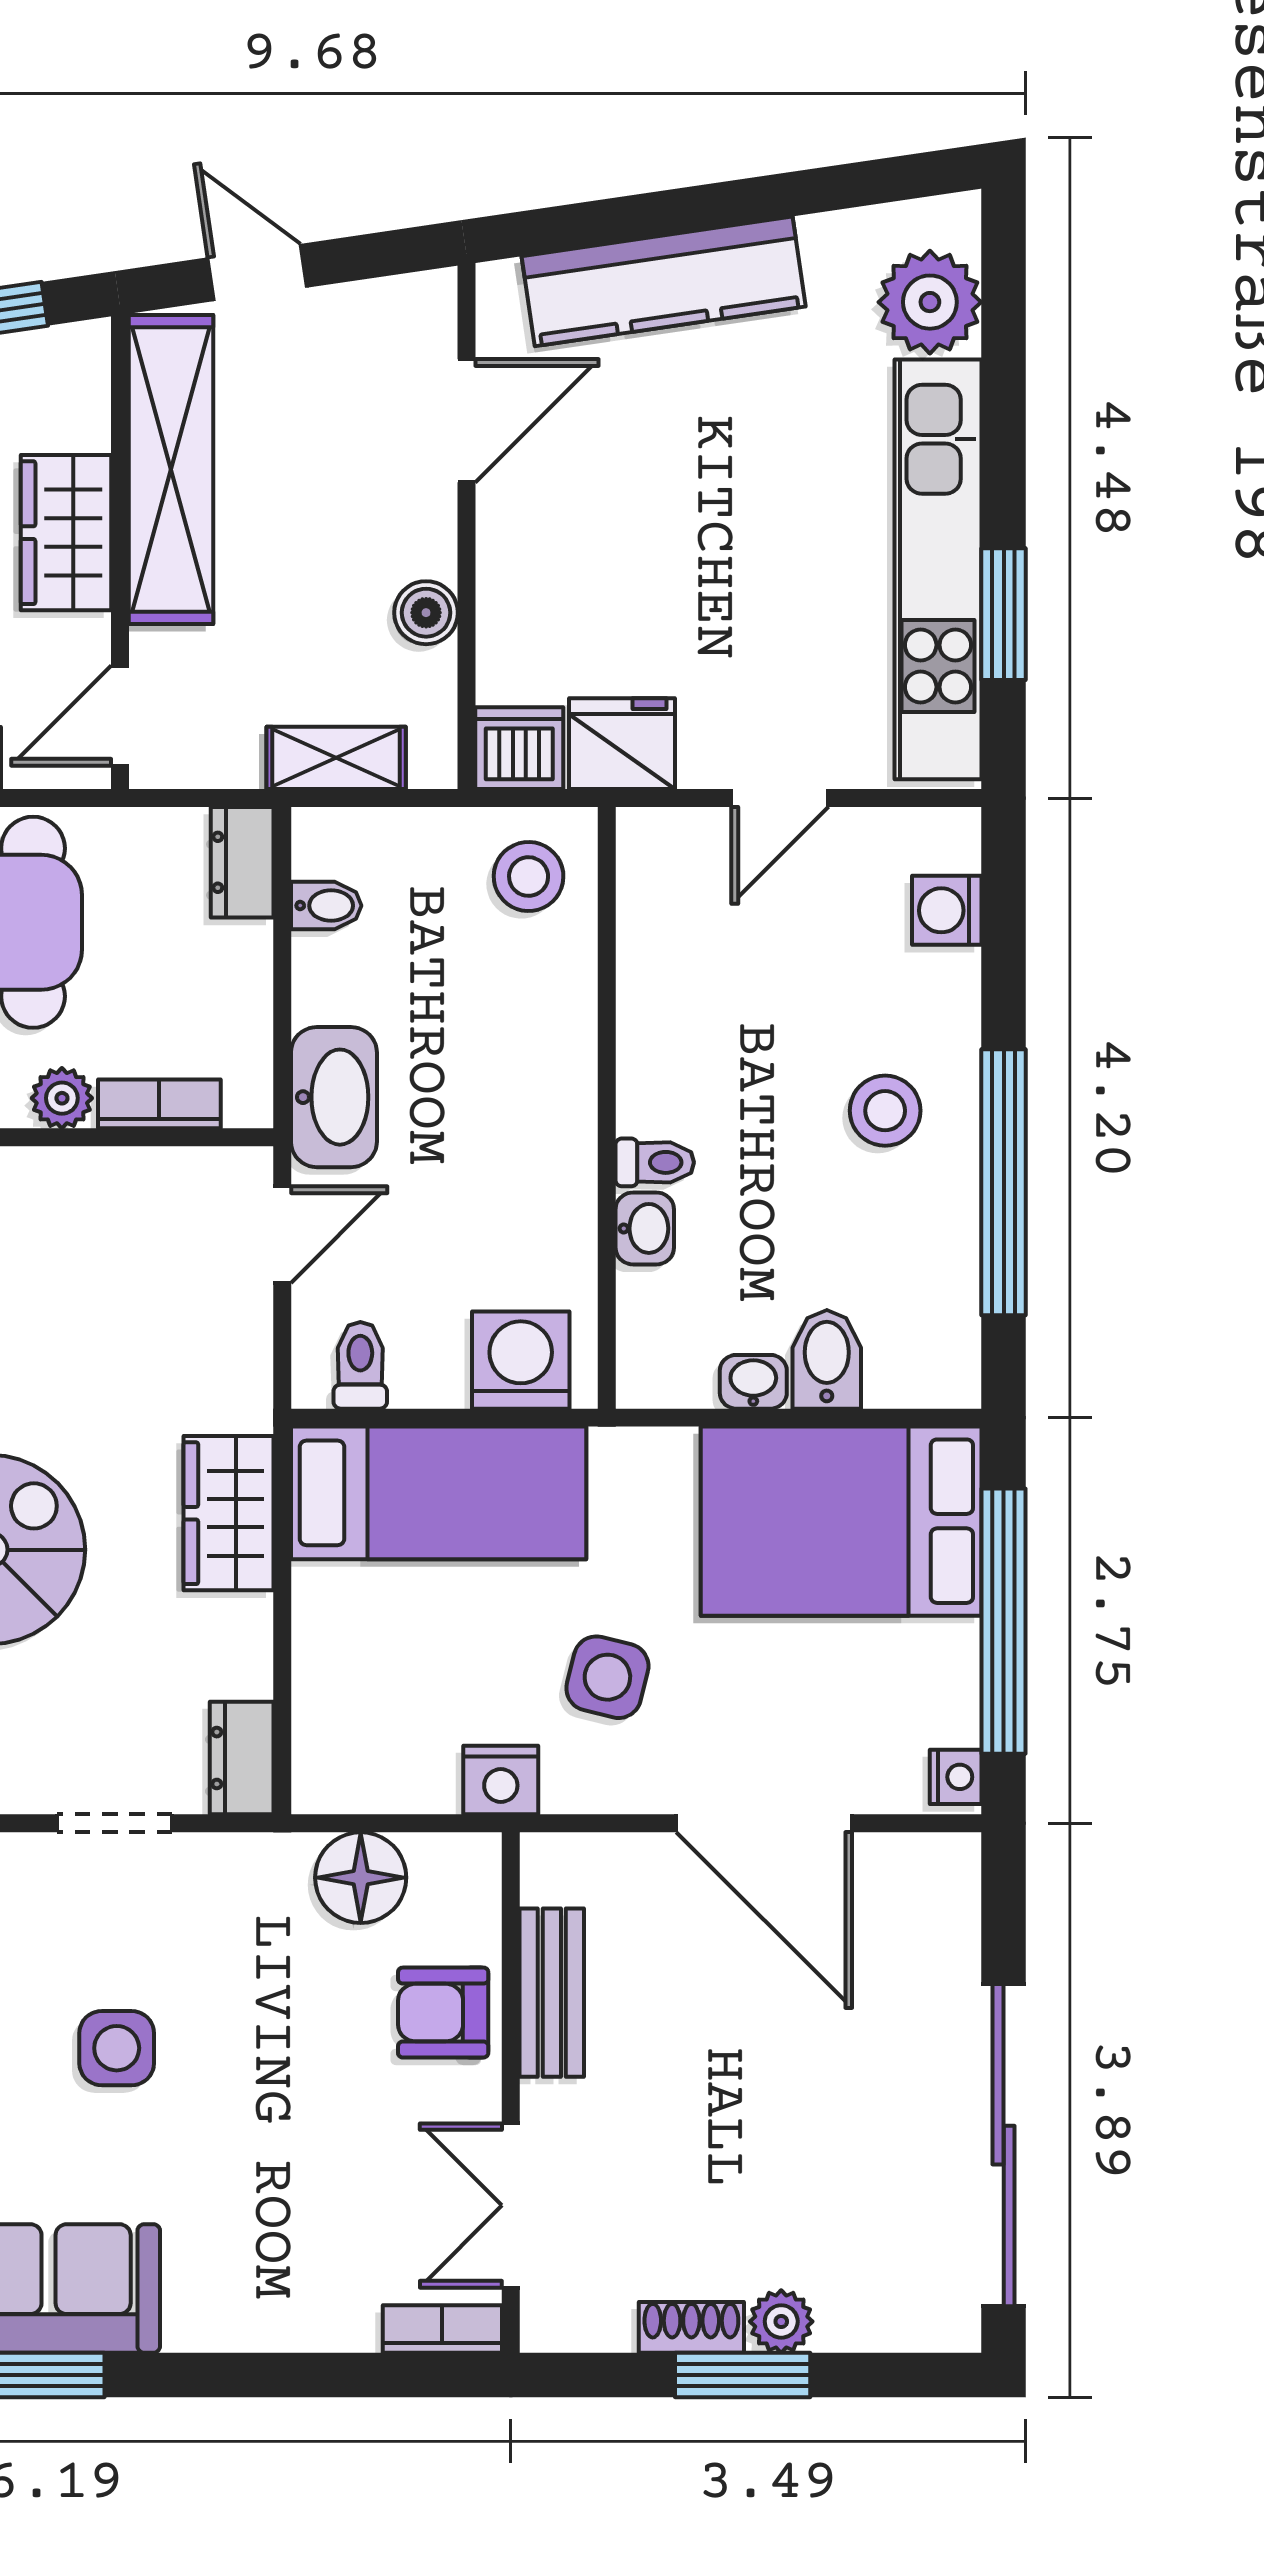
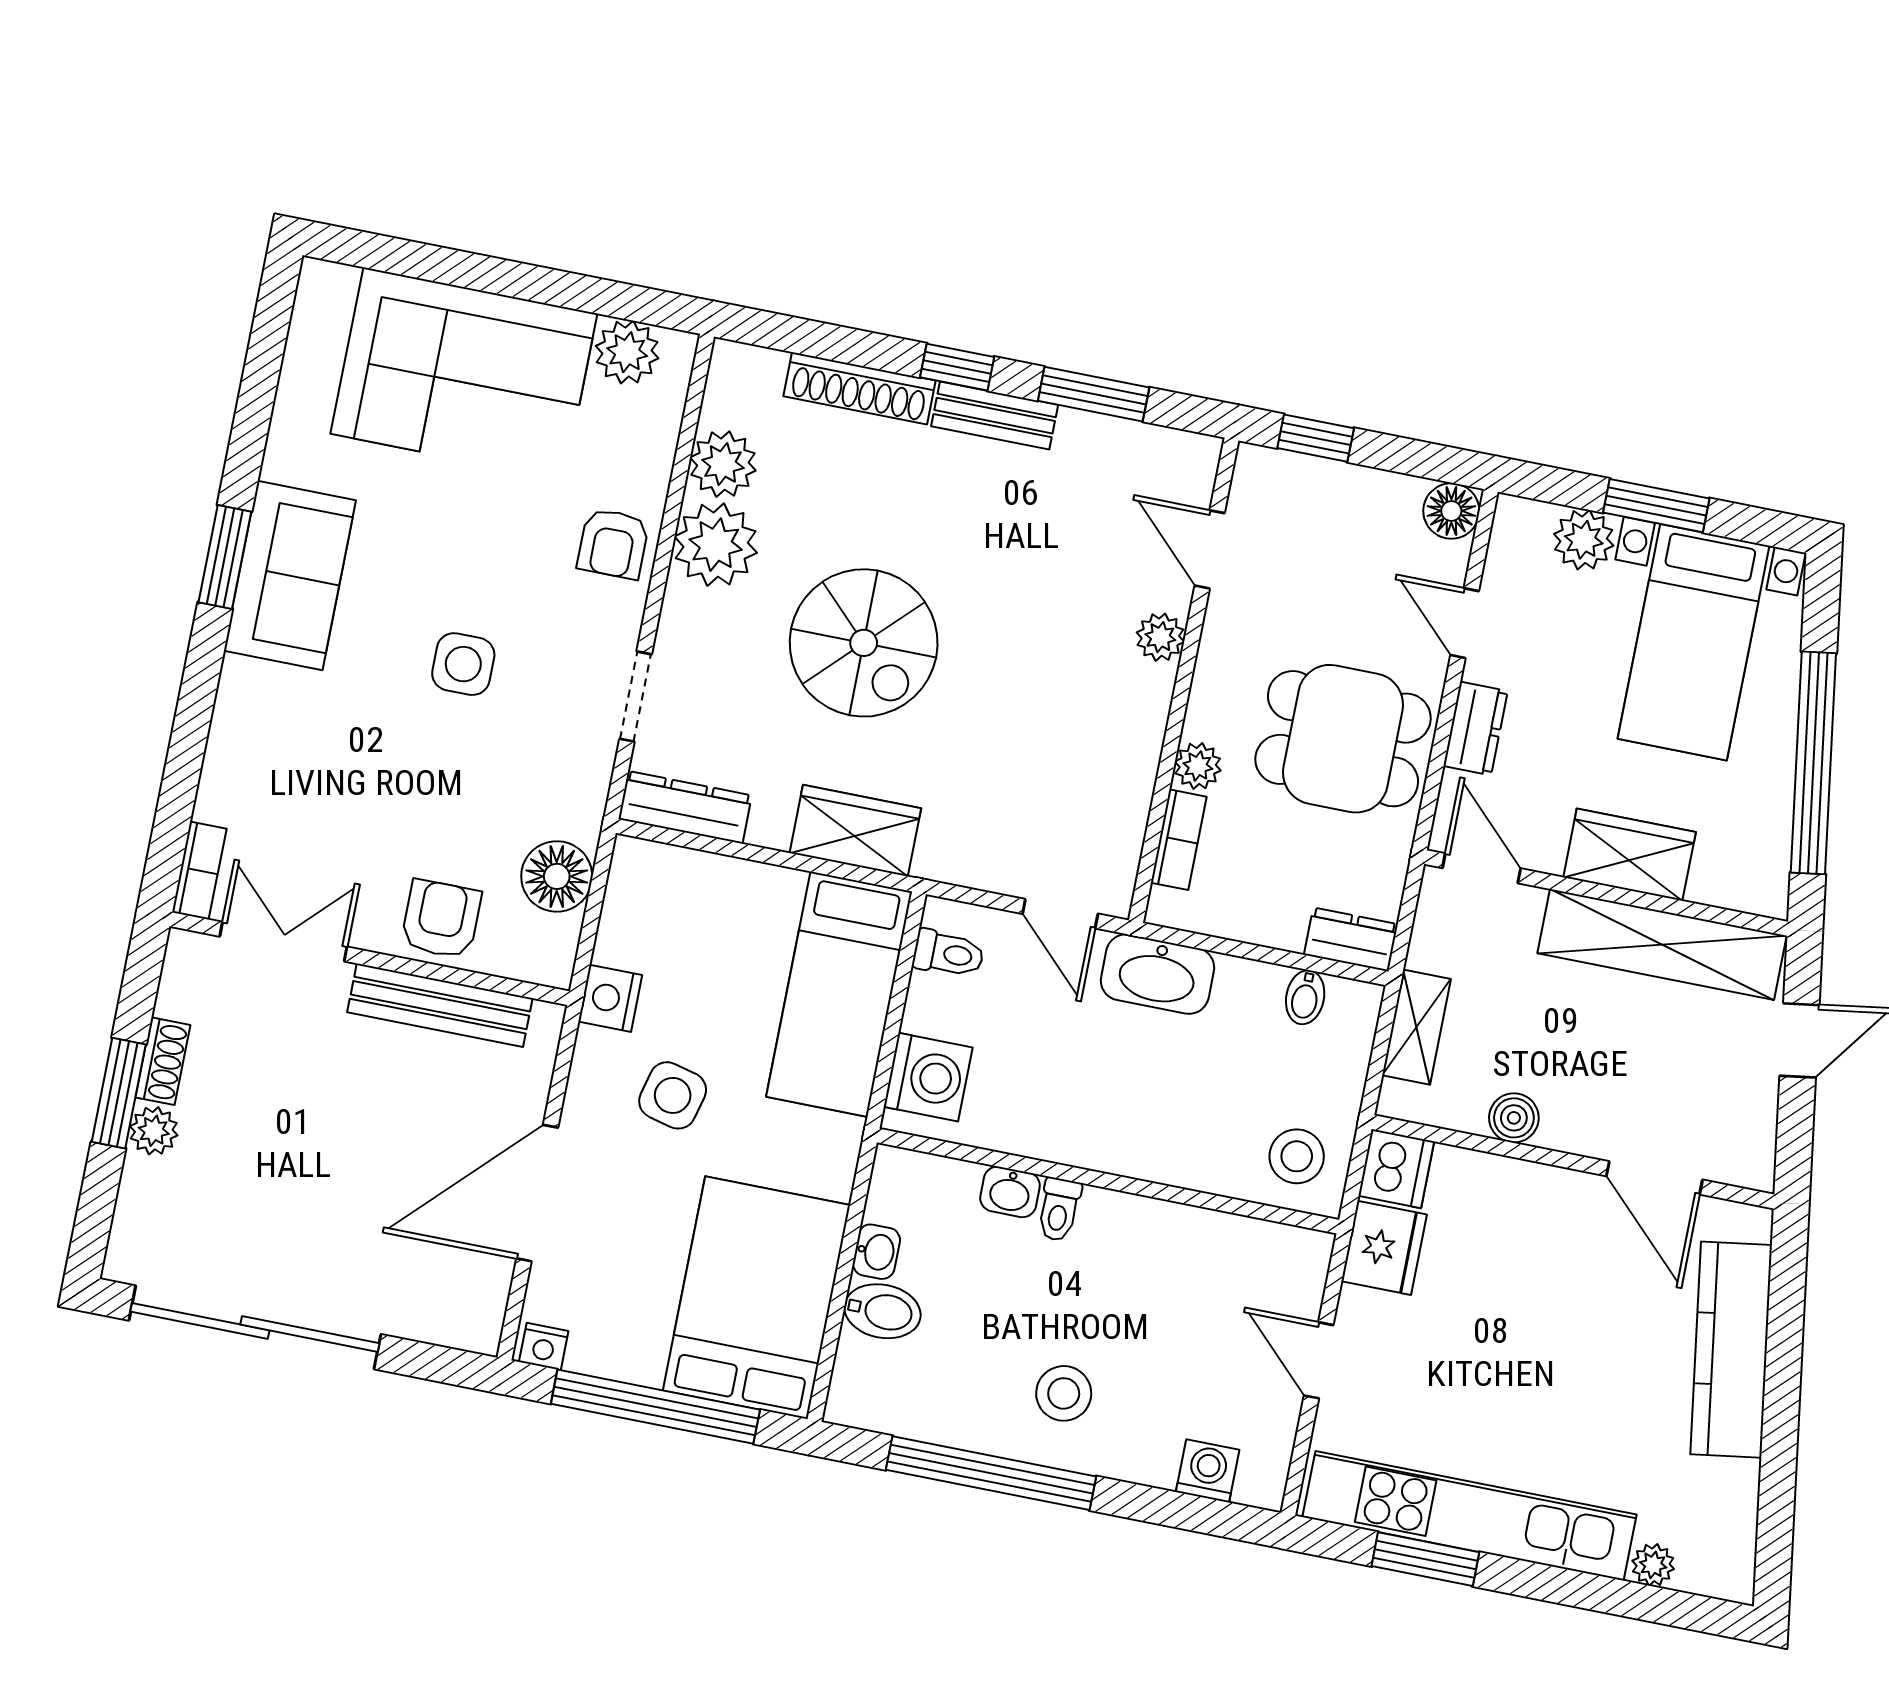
plant: (930, 302) -> (1653, 1565), width x0.53, depth x0.53
dresser: (242, 1758) -> (685, 807), width x1.44
bench: (552, 1993) -> (440, 1005), width x1.36

